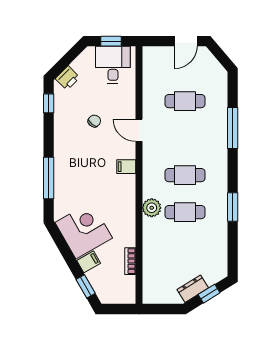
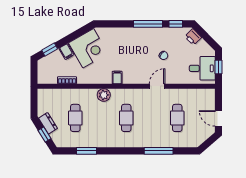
filing cabinet: (126, 167) -> (117, 77), moved
window: (49, 178) -> (148, 24), moved
window: (233, 207) -> (87, 151), moved
cafe table: (185, 212) -> (75, 118), moved

